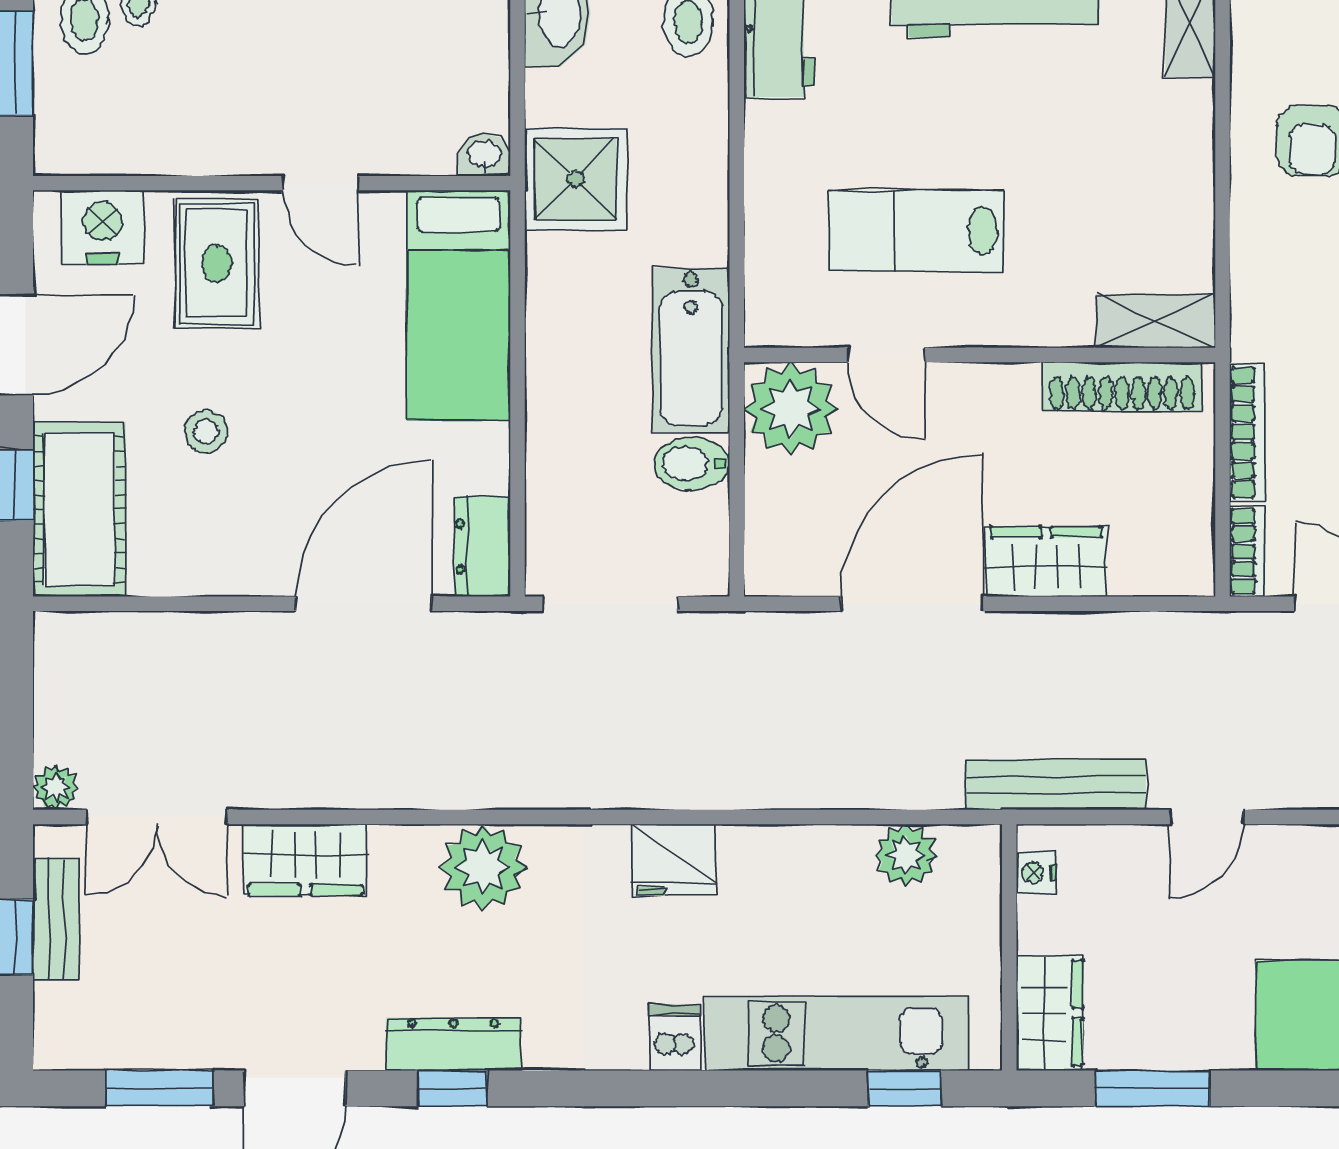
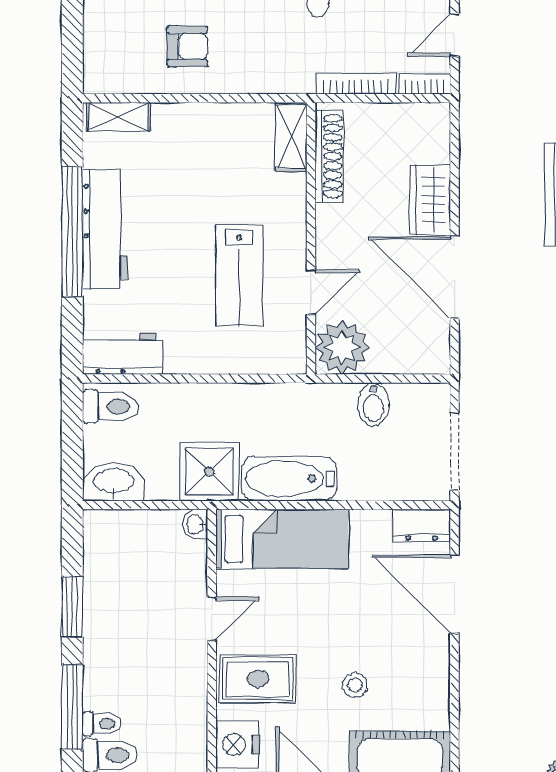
bathtub: (691, 350) -> (289, 479), moved, turned 180

